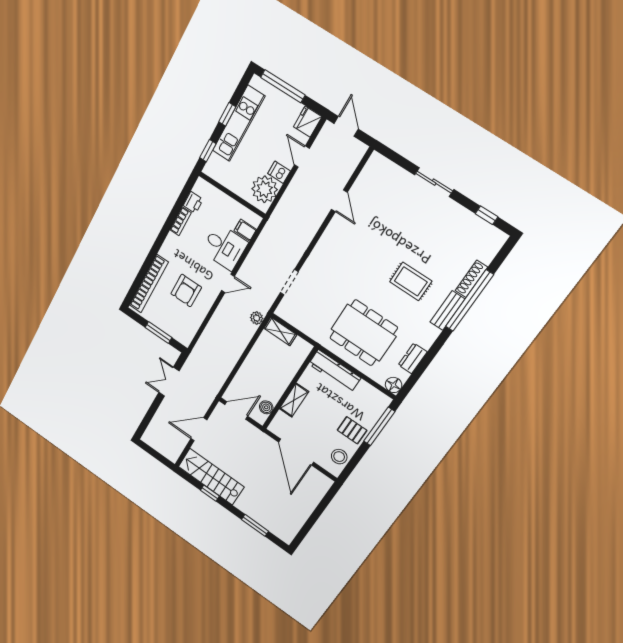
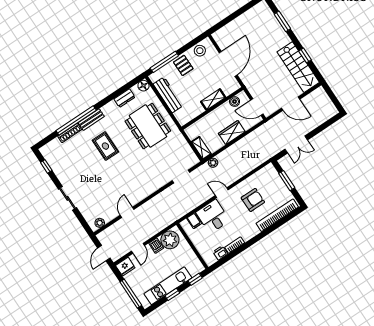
plant: (371, 168) -> (100, 223), added
wardrobe: (251, 367) -> (232, 133), added
workbench: (335, 371) -> (168, 95), moved

